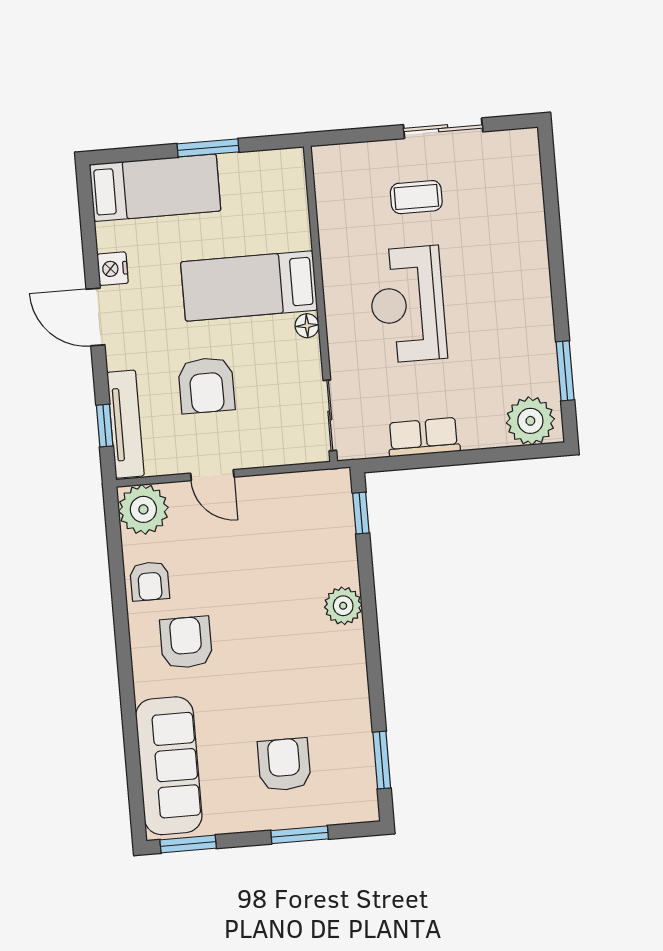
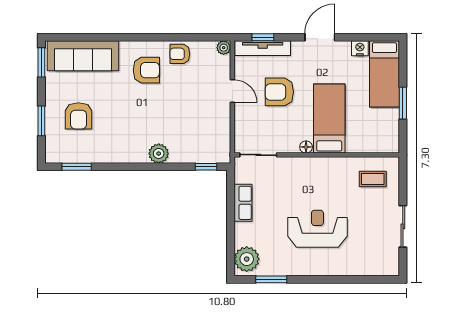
coffee table: (416, 197) -> (373, 179), moved, turned 90
nightstand: (113, 269) -> (360, 48), moved
reception desk: (408, 304) -> (317, 229), moved
door: (212, 475) -> (232, 91), swing flipped
plant: (143, 509) -> (224, 48), width x0.53, depth x0.53
armchair: (284, 765) -> (79, 116), turned 90

